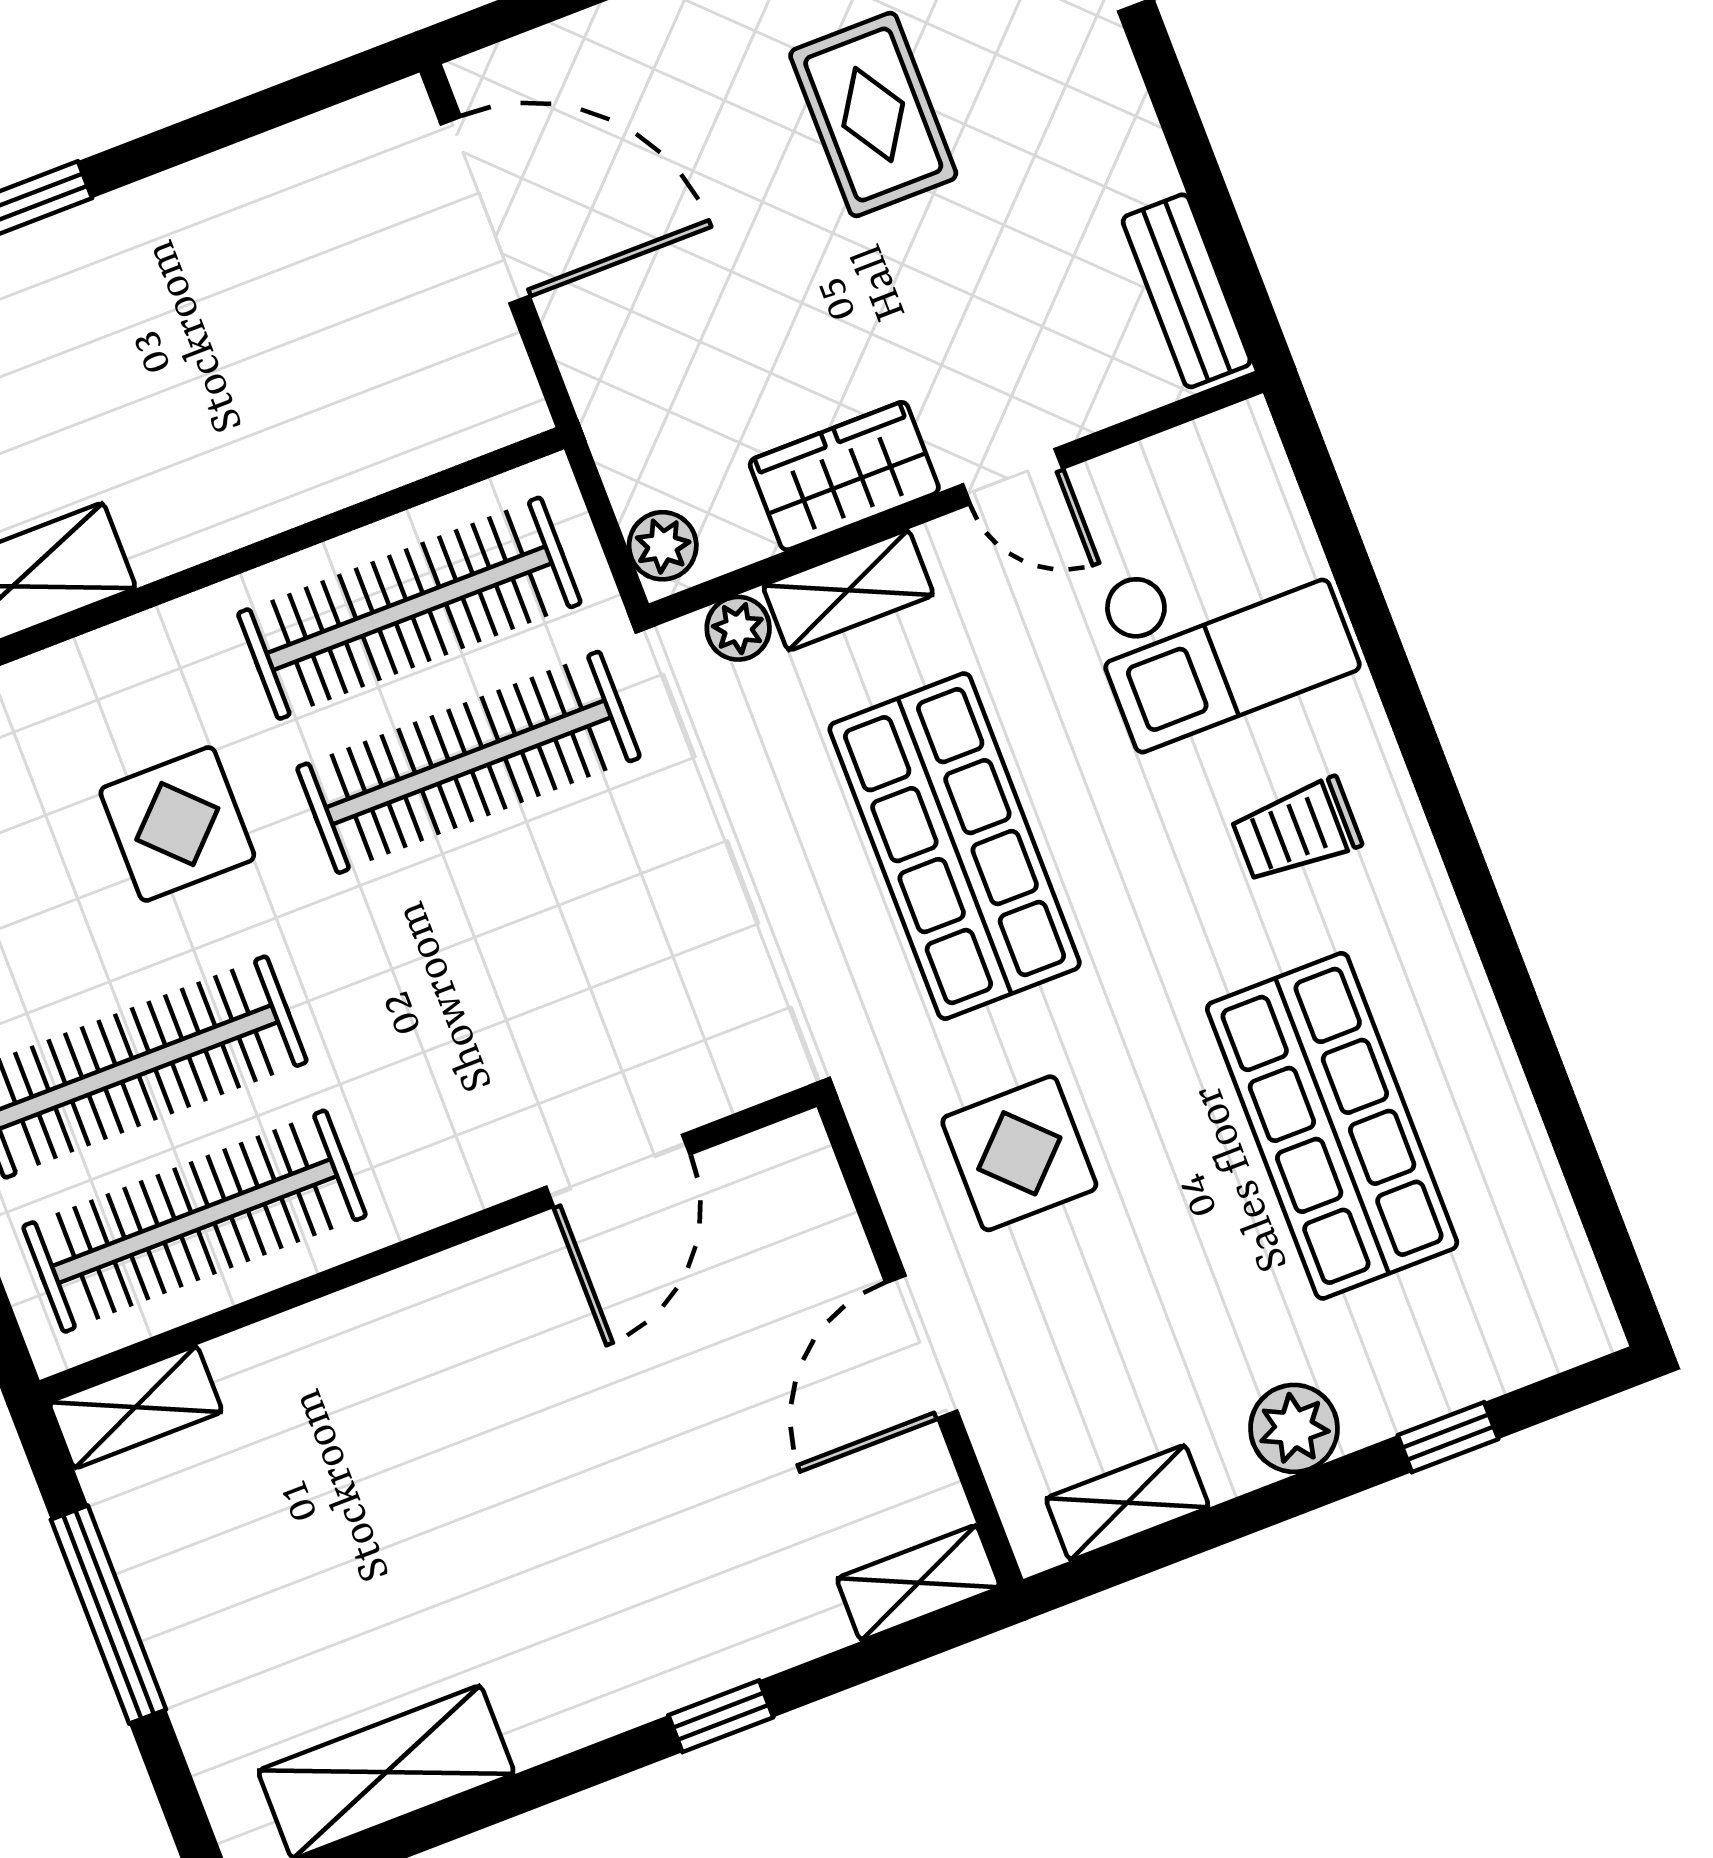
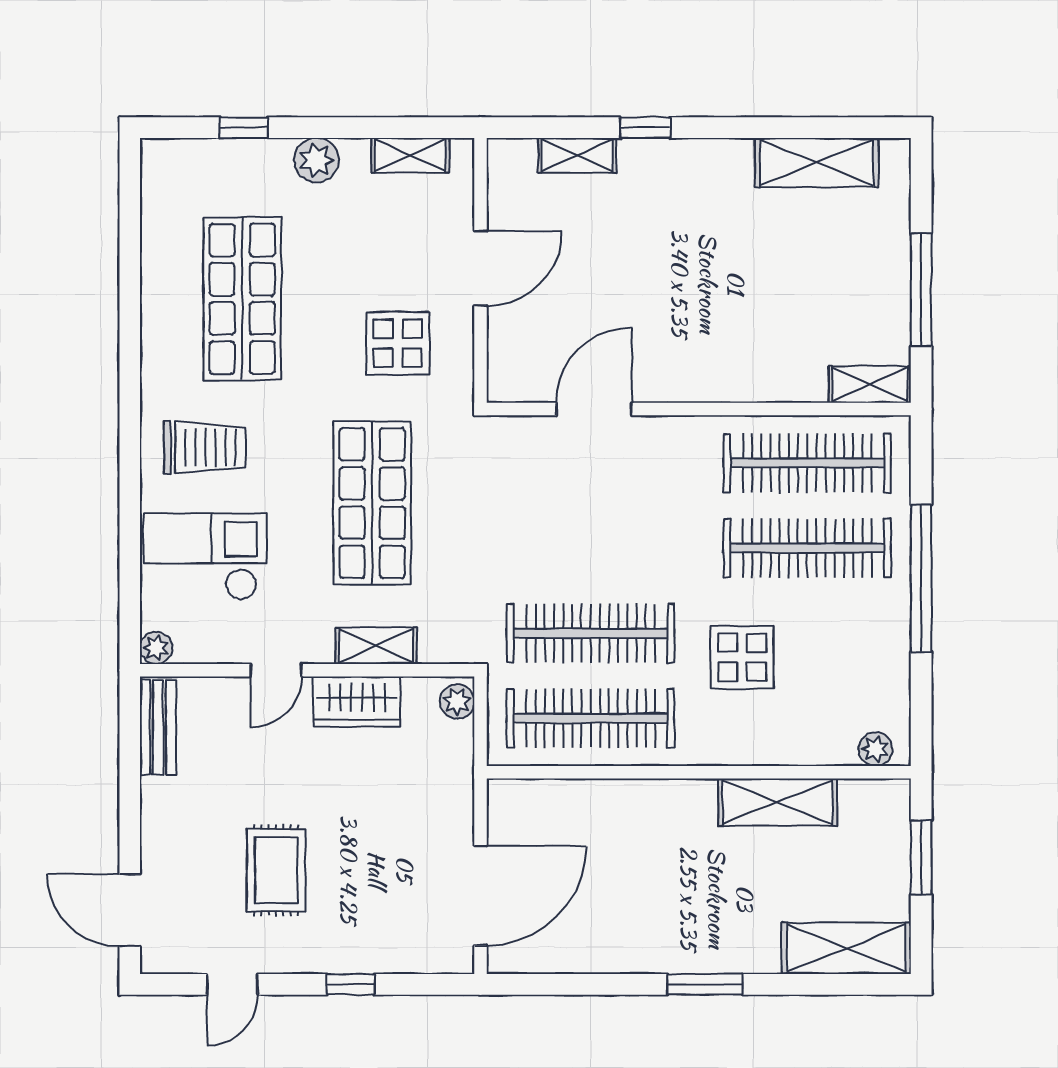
door: (485, 210) -> (481, 896), swing flipped
door: (1013, 477) -> (276, 670), swing flipped
plant: (738, 628) -> (156, 648), moved
trolley: (1296, 830) -> (205, 448), width x1.36, depth x1.39
shelving: (918, 1583) -> (577, 155), moved

